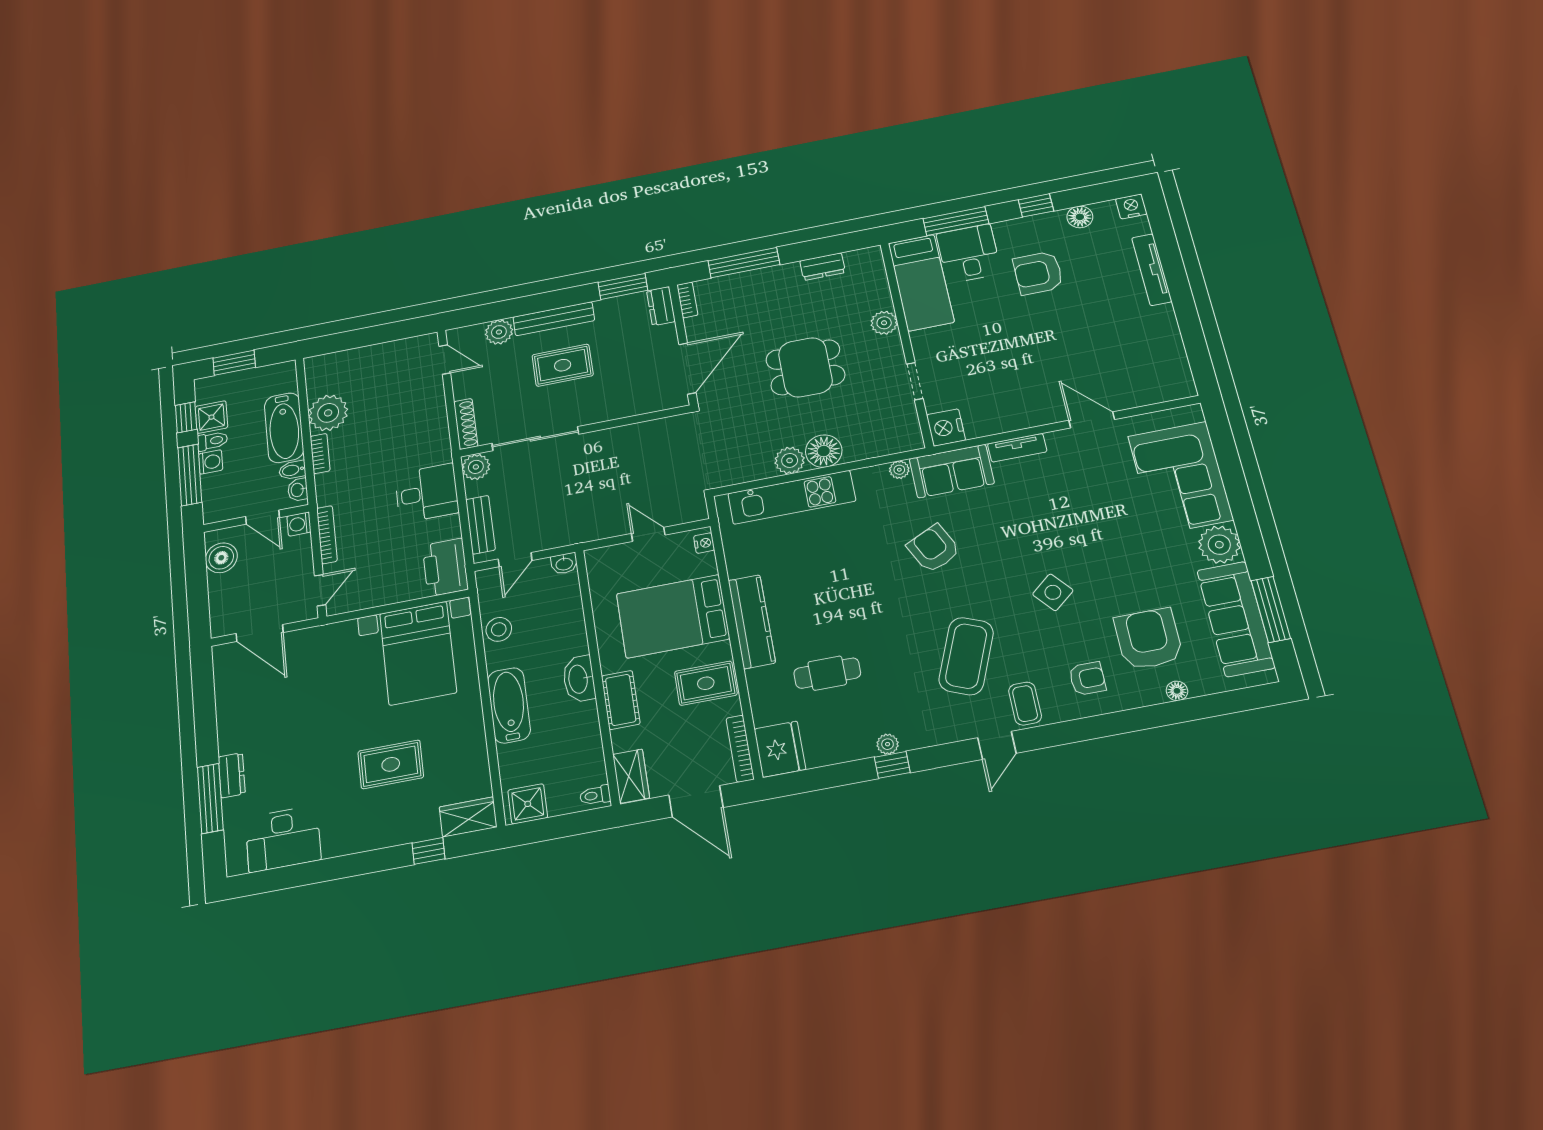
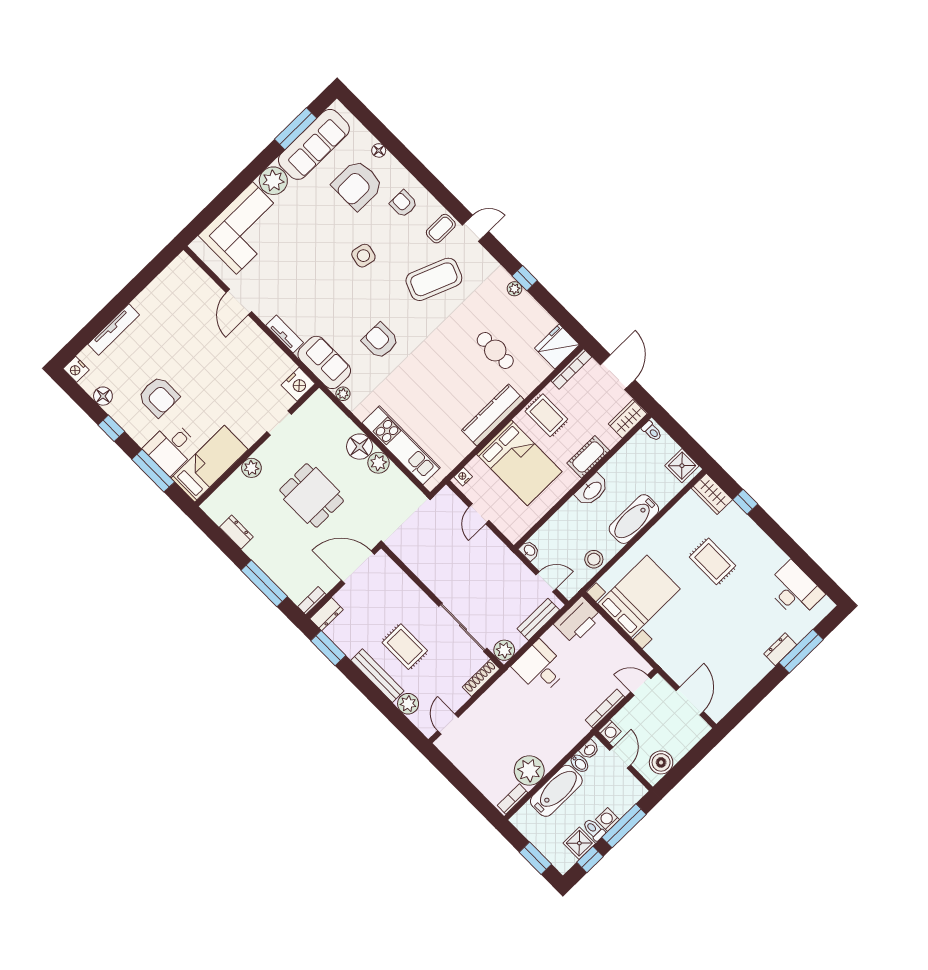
bookcase: (320, 454) -> (513, 799), moved
armchair: (933, 549) -> (380, 341), turned 116
side table: (1053, 592) -> (363, 256), turned -37

